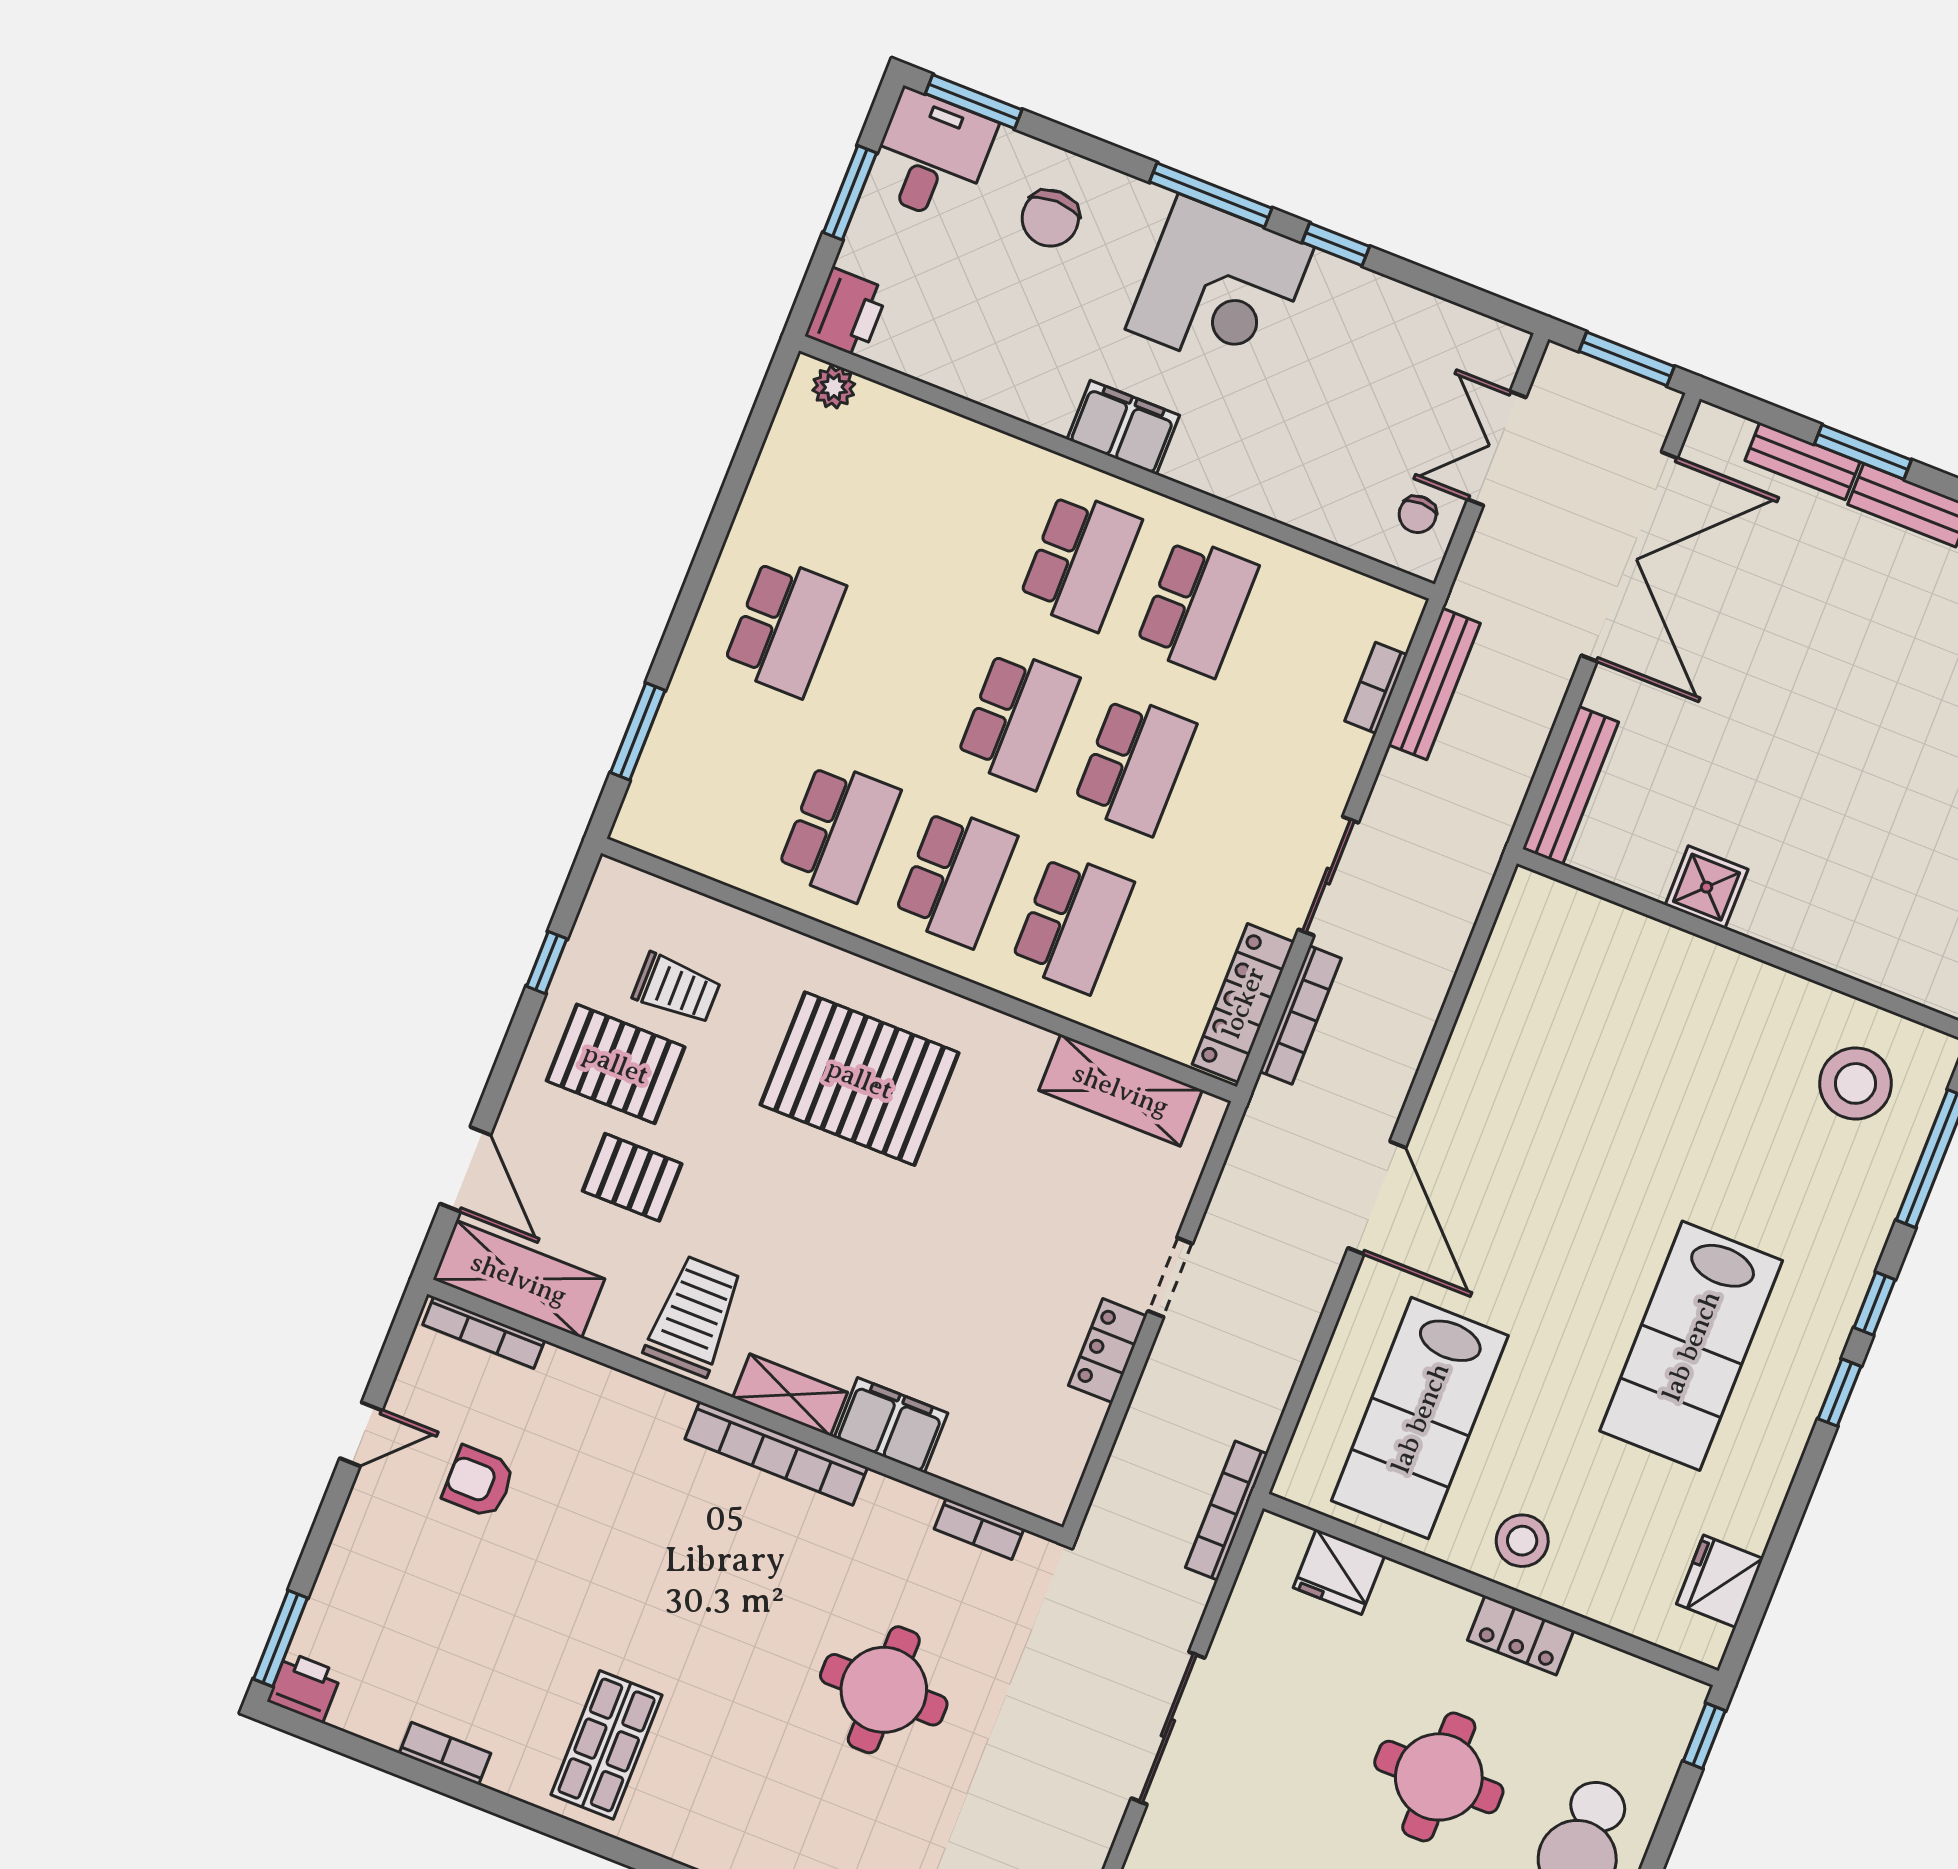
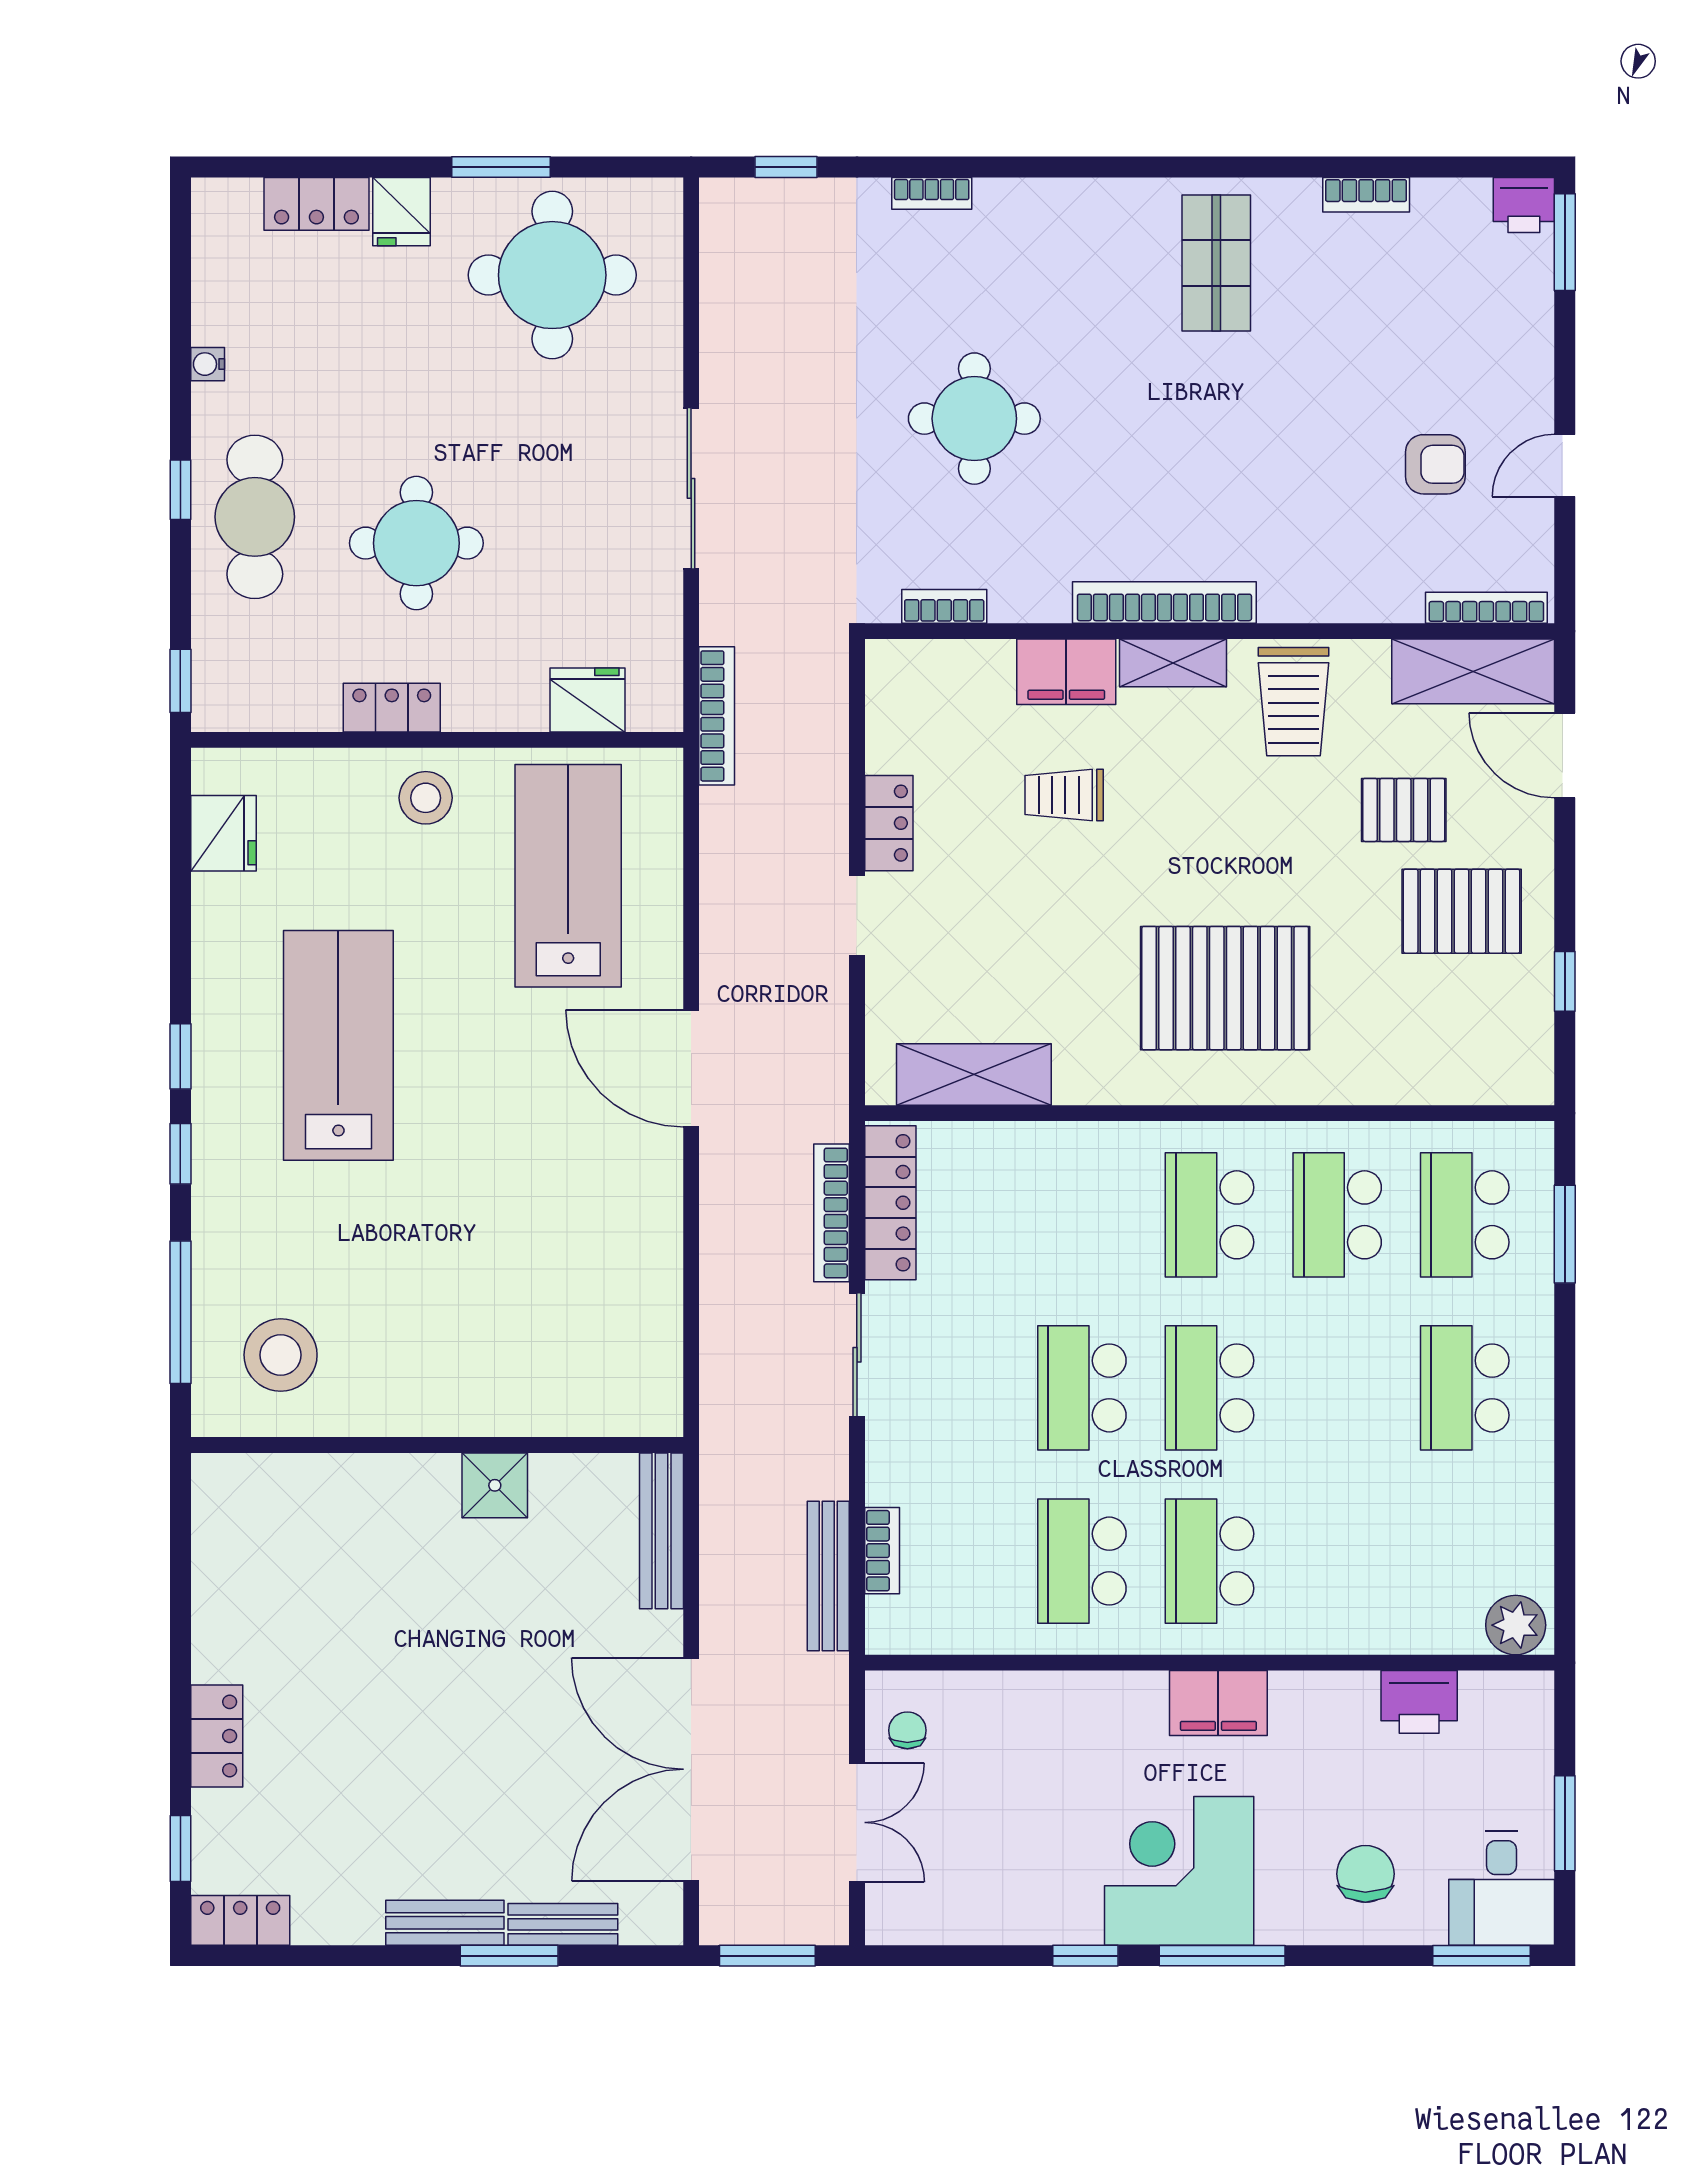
printer: (847, 313) -> (1419, 1702), moved, turned -90
plant: (834, 387) -> (1516, 1625), width x1.38, depth x1.38
school desk: (1072, 923) -> (1465, 1215), moved
trolley: (677, 989) -> (1064, 795), moved

